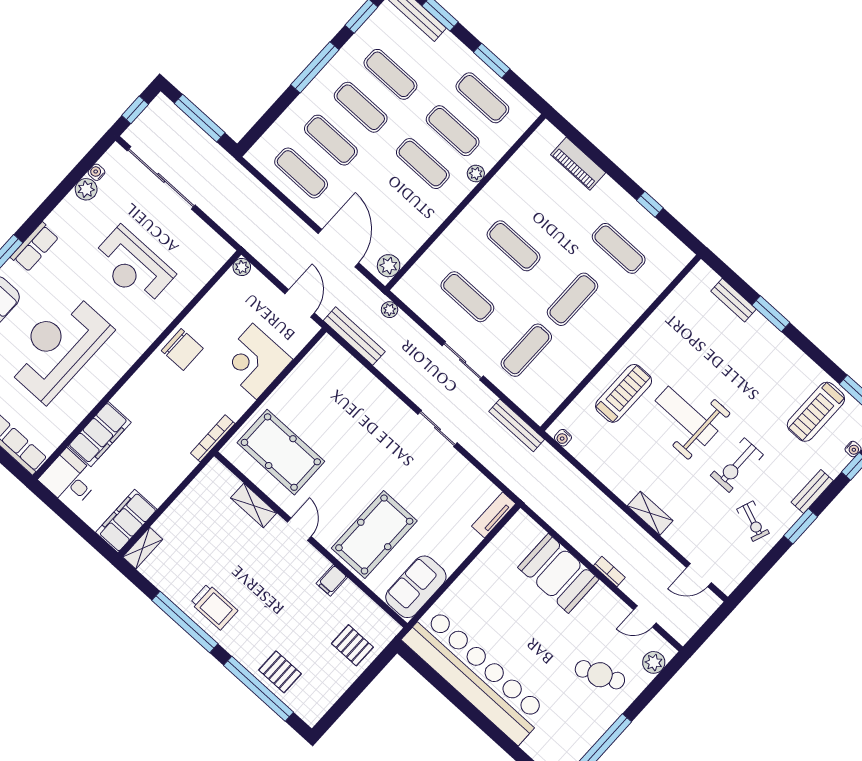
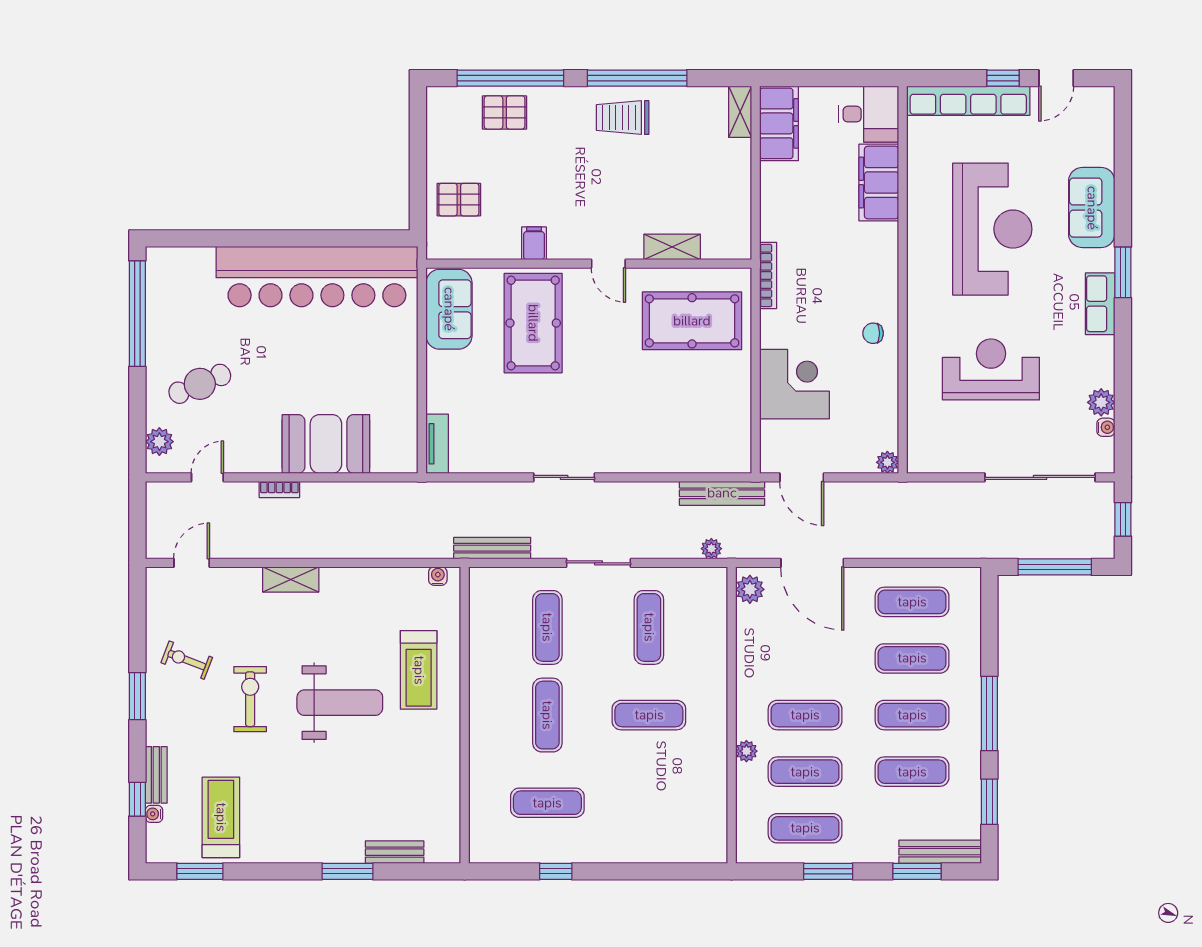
piano: (578, 164) -> (658, 848), removed
exercise mat: (467, 297) -> (649, 627), turned 90
chair: (182, 350) -> (873, 333), width x0.54, depth x0.54
bench: (812, 491) -> (156, 775), moved

